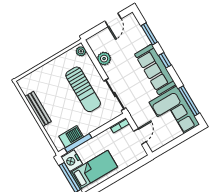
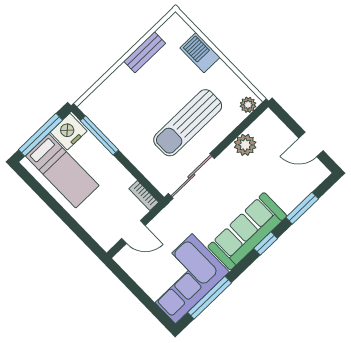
bench: (38, 109) -> (145, 52), width x0.73
barbecue: (71, 137) -> (200, 53), moved, turned 180

